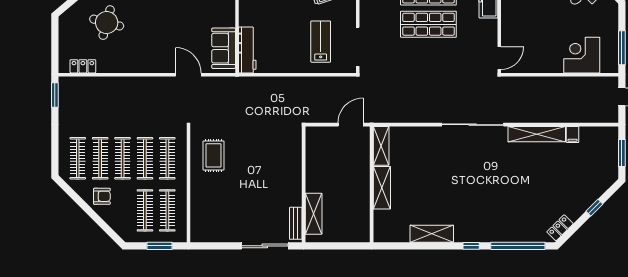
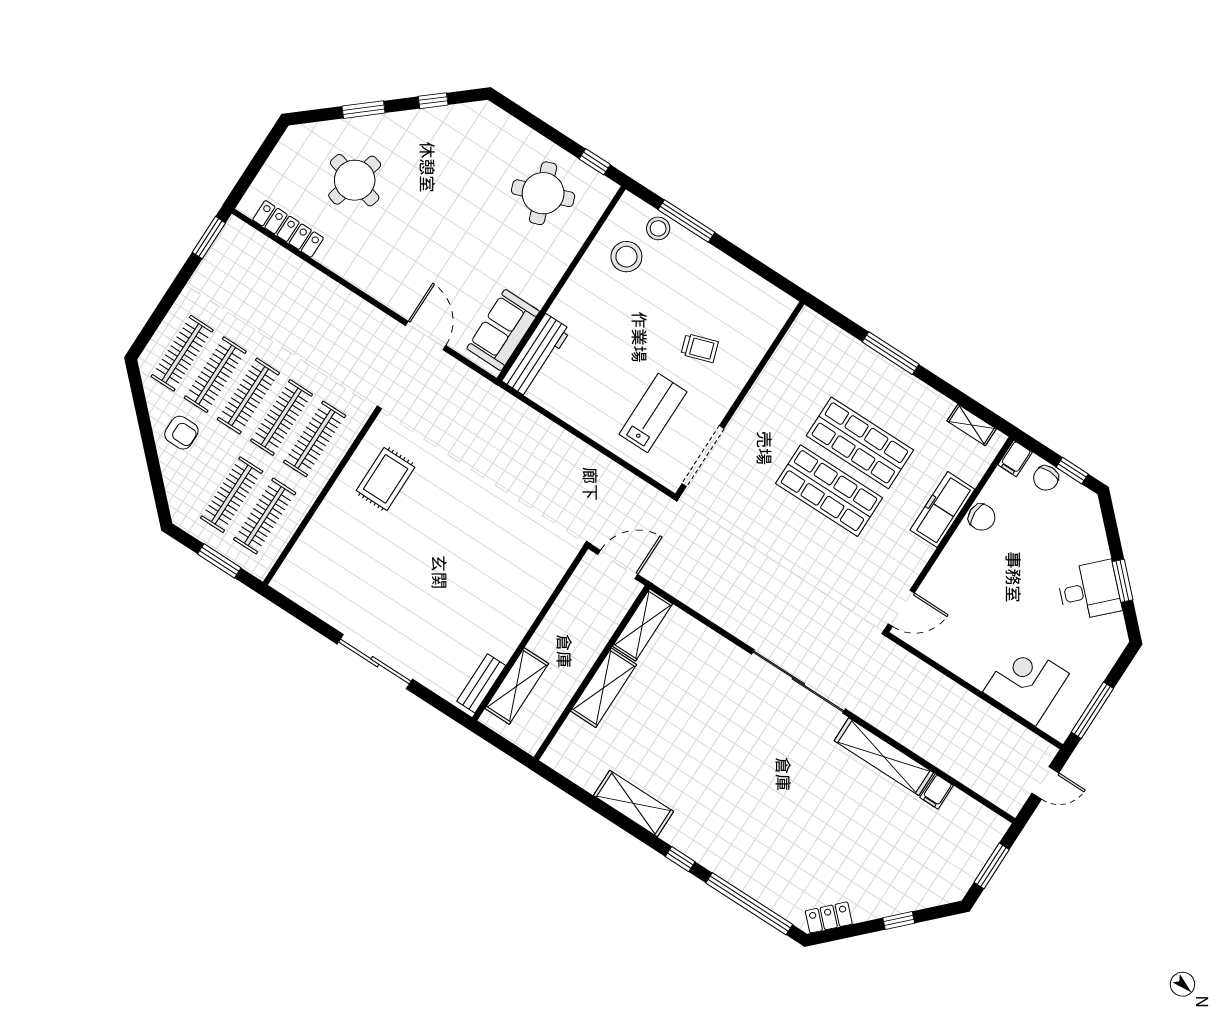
locker: (83, 66) -> (288, 229), width x1.53
wall: (304, 184) -> (530, 633), moved
shelving: (314, 214) -> (517, 686), moved
bench: (296, 223) -> (481, 683), moved

